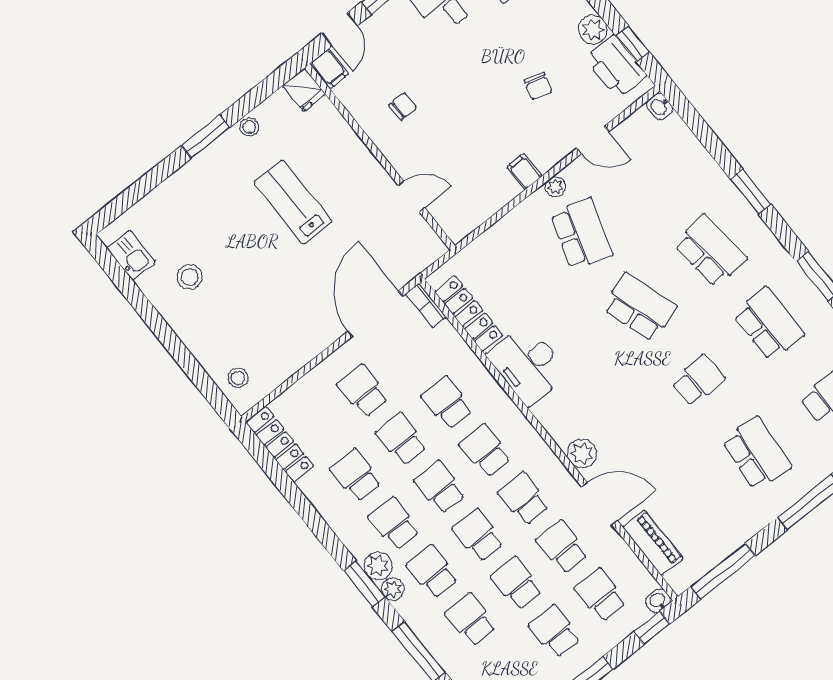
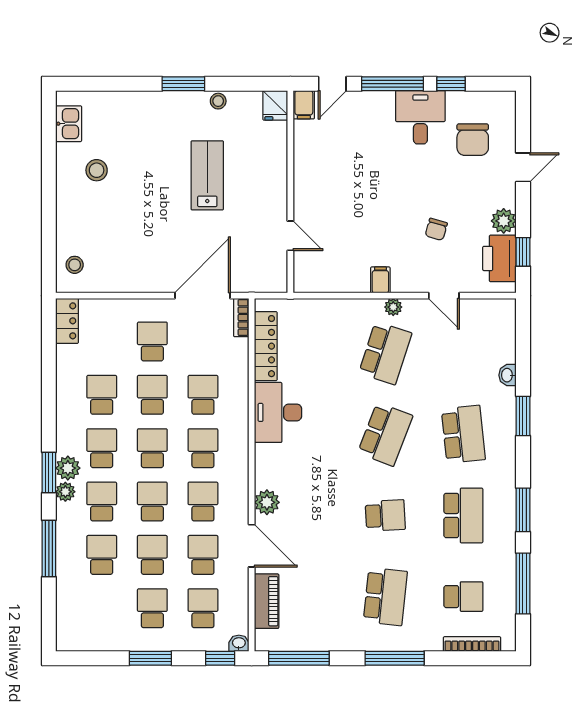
chair: (403, 106) -> (333, 170), removed
washbasin: (660, 106) -> (508, 375), moved
school desk: (640, 307) -> (385, 434), turned 39
locker: (280, 444) -> (67, 321), width x0.66

